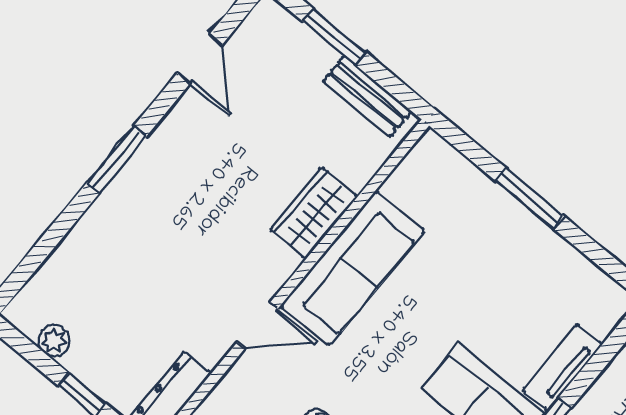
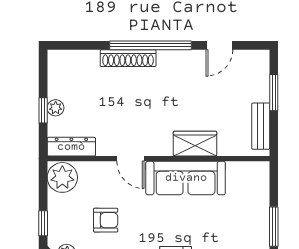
window: (117, 159) -> (150, 45), width x2.11
shoe rack: (108, 208) -> (128, 58), added
plant: (54, 341) -> (56, 108), moved

